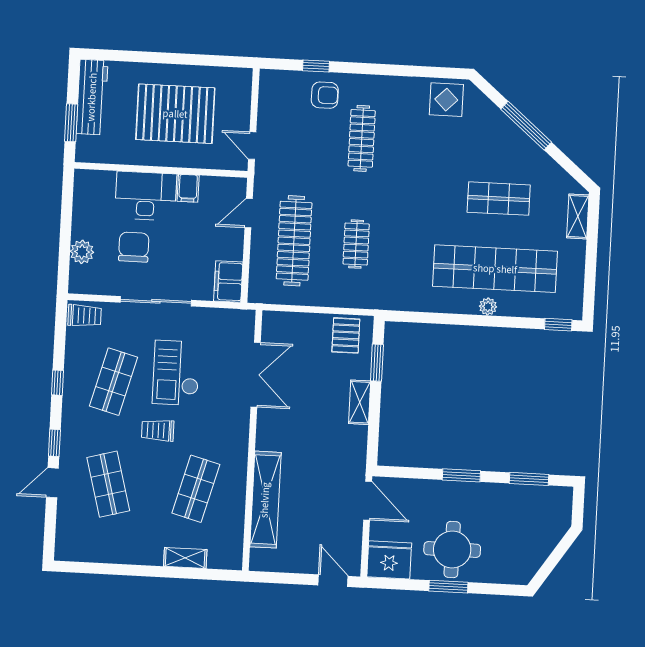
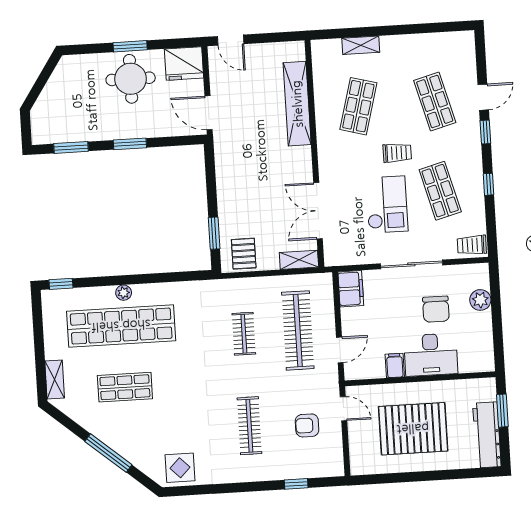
armchair: (325, 95) -> (307, 425), moved
shop shelf: (114, 382) -> (440, 191), turned -30
shelving: (360, 402) -> (299, 260), moved, turned 90

